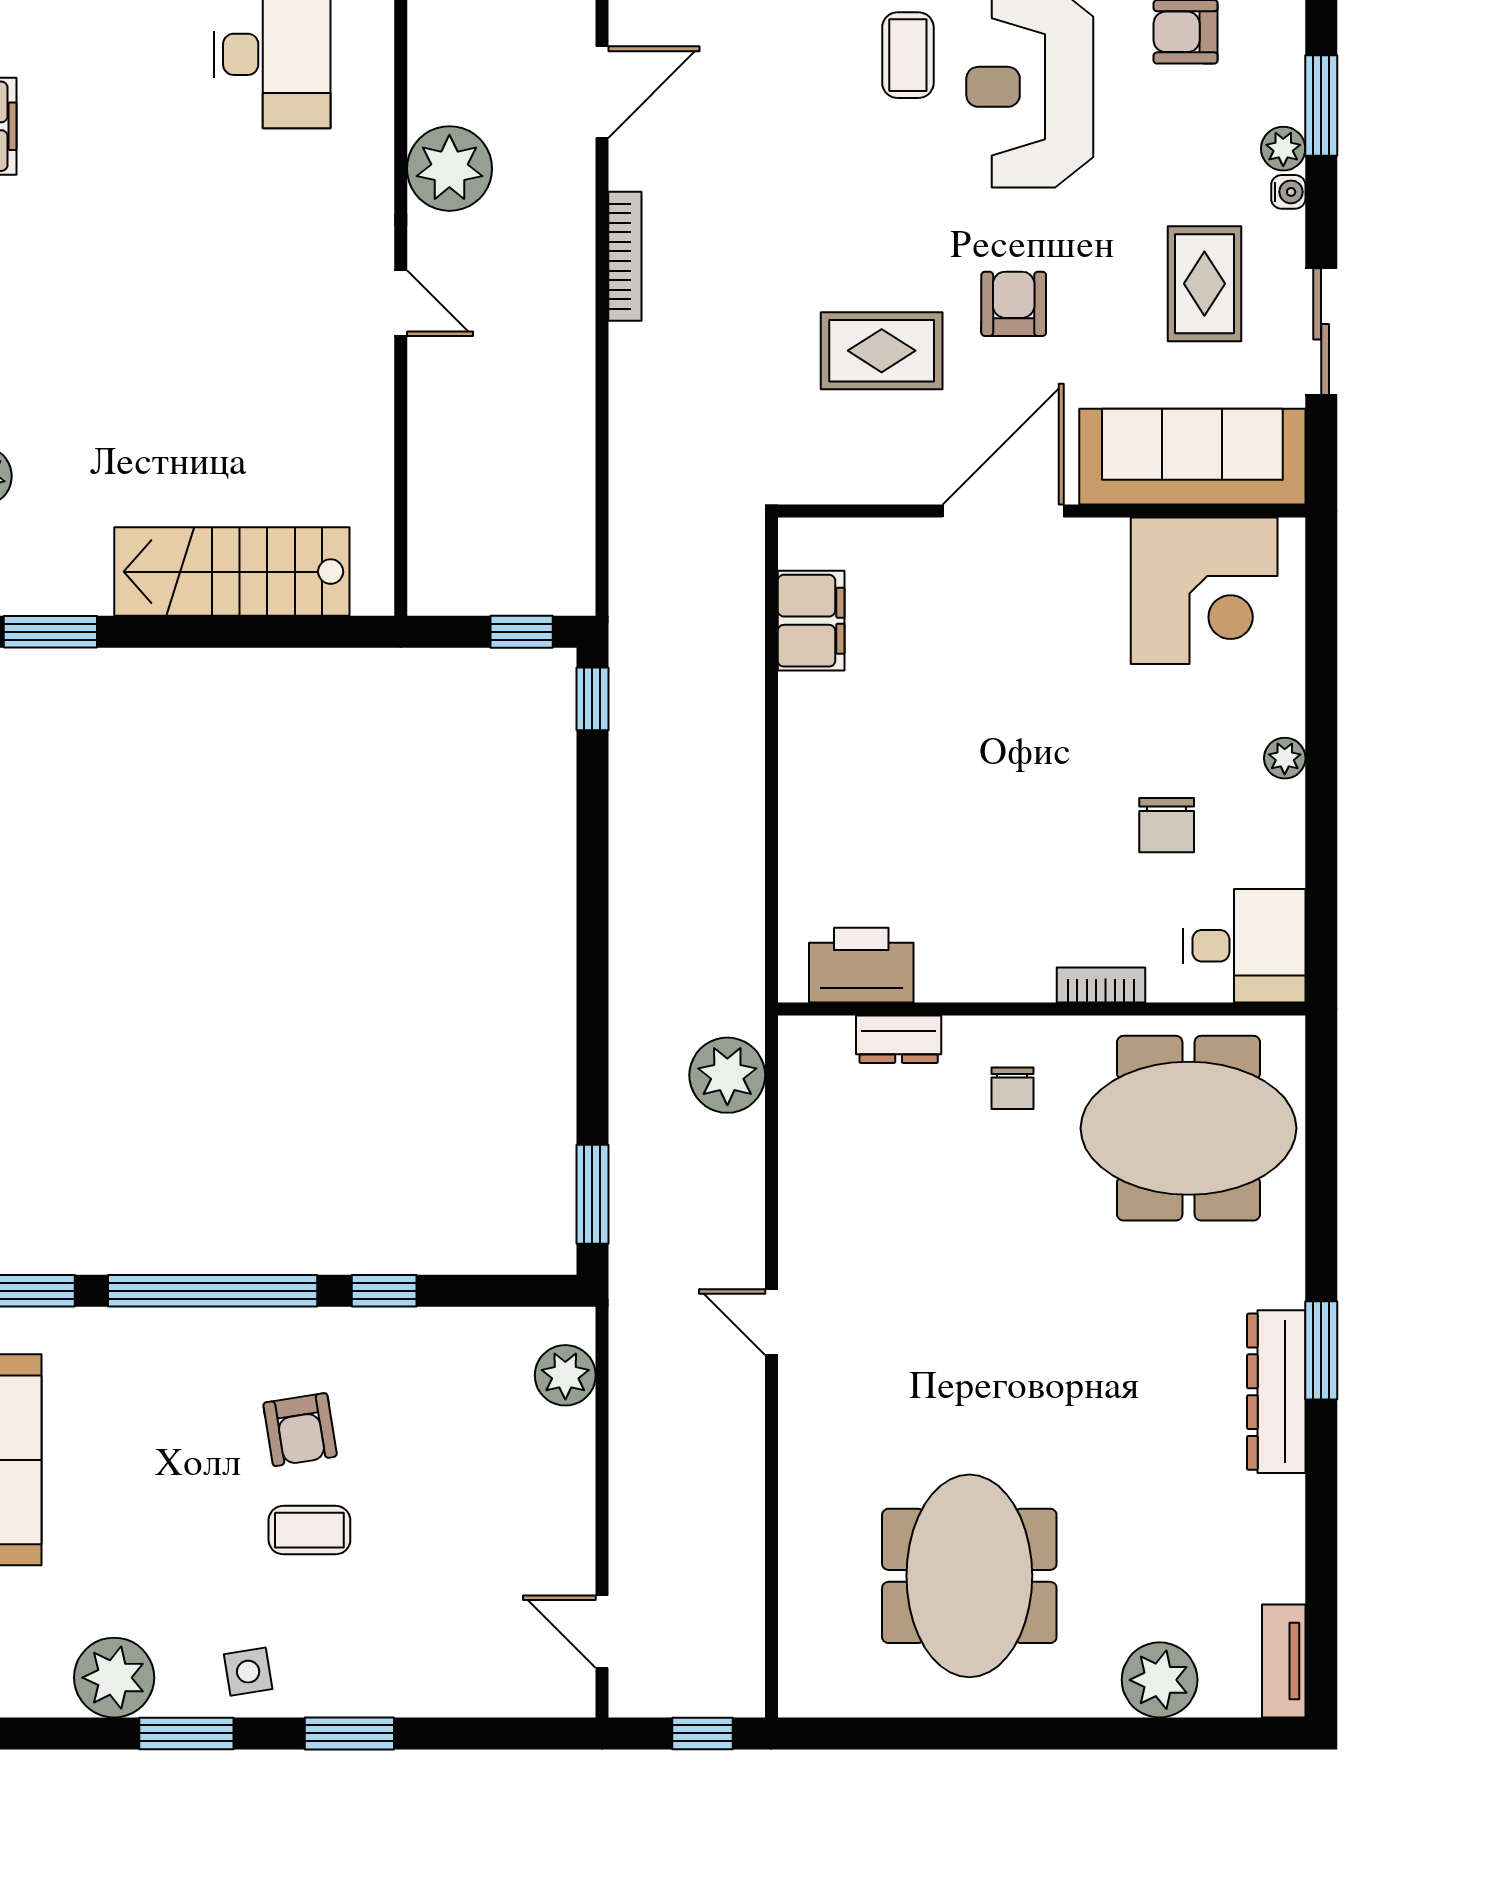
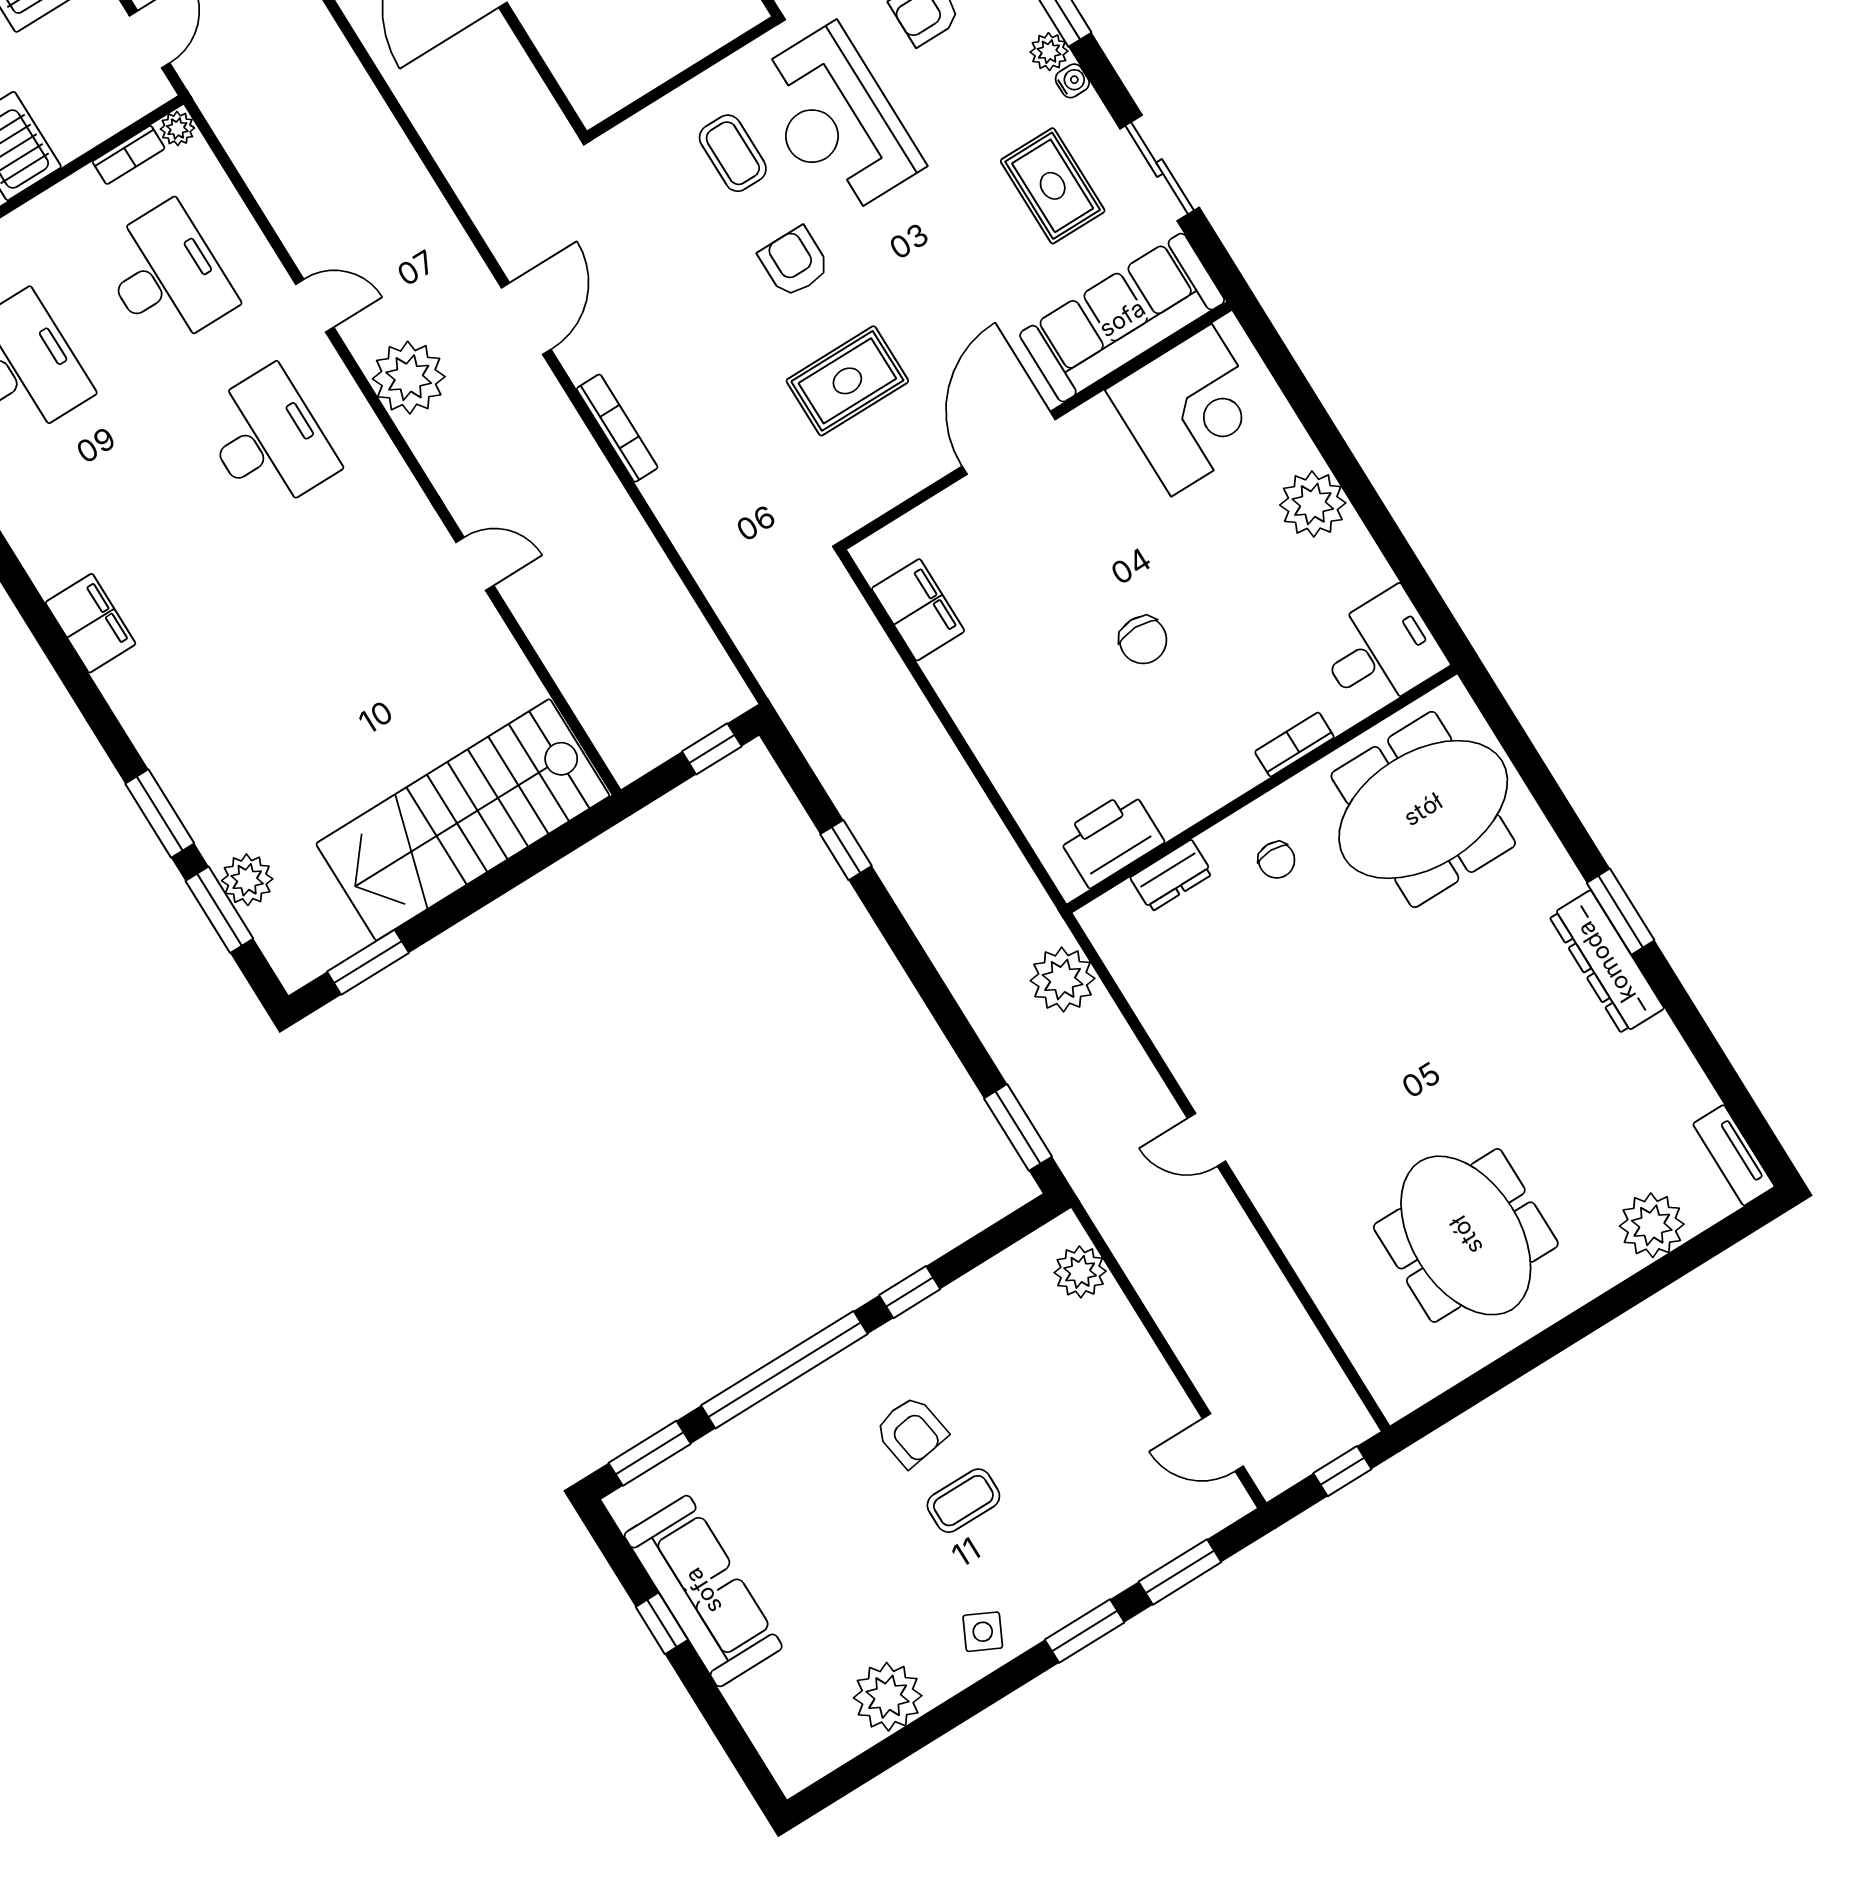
plant: (449, 169) -> (409, 378), moved
armchair: (1014, 304) -> (794, 262), moved
stairs: (232, 572) -> (463, 820), width x1.36, depth x1.51
window: (592, 699) -> (846, 850), moved
plant: (1285, 758) -> (1313, 504), width x1.88, depth x1.88
chair: (1167, 825) -> (1143, 640), moved
side table: (248, 1672) -> (983, 1632), turned 35
window: (186, 1733) -> (1180, 1572), moved

